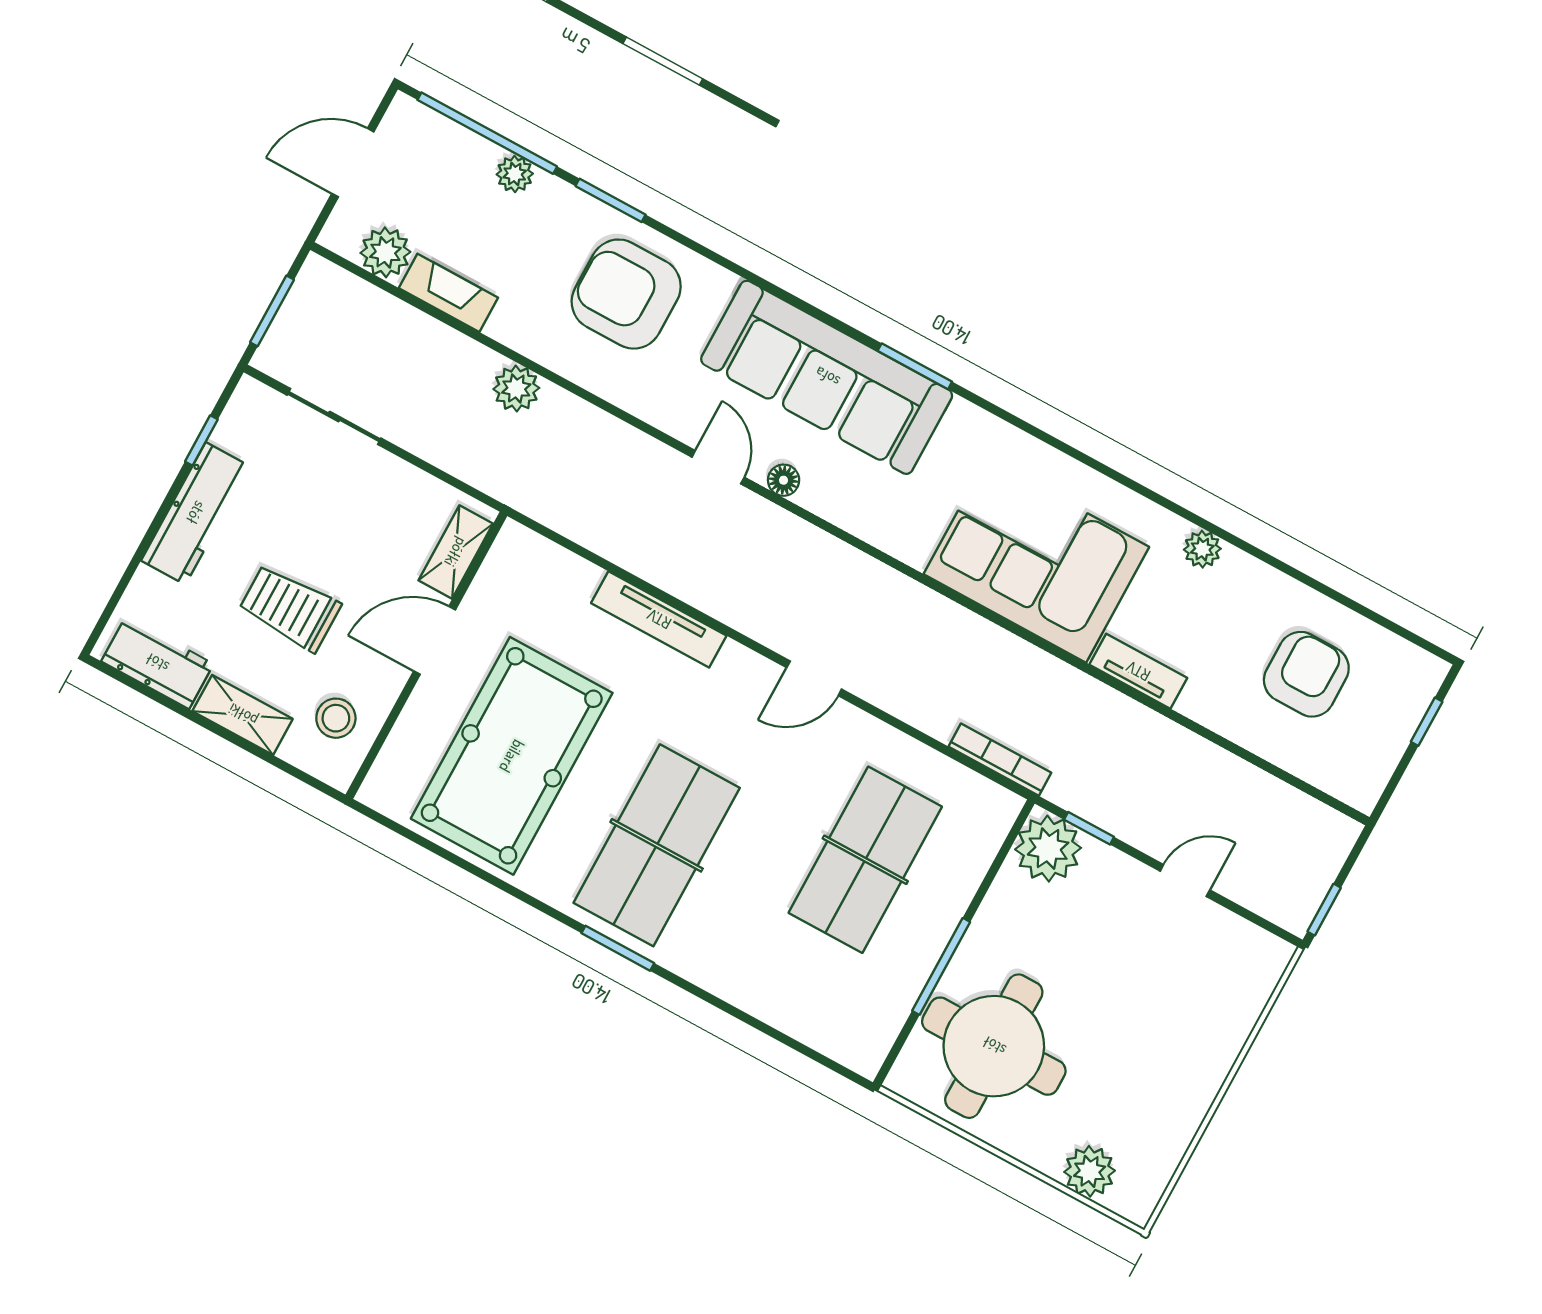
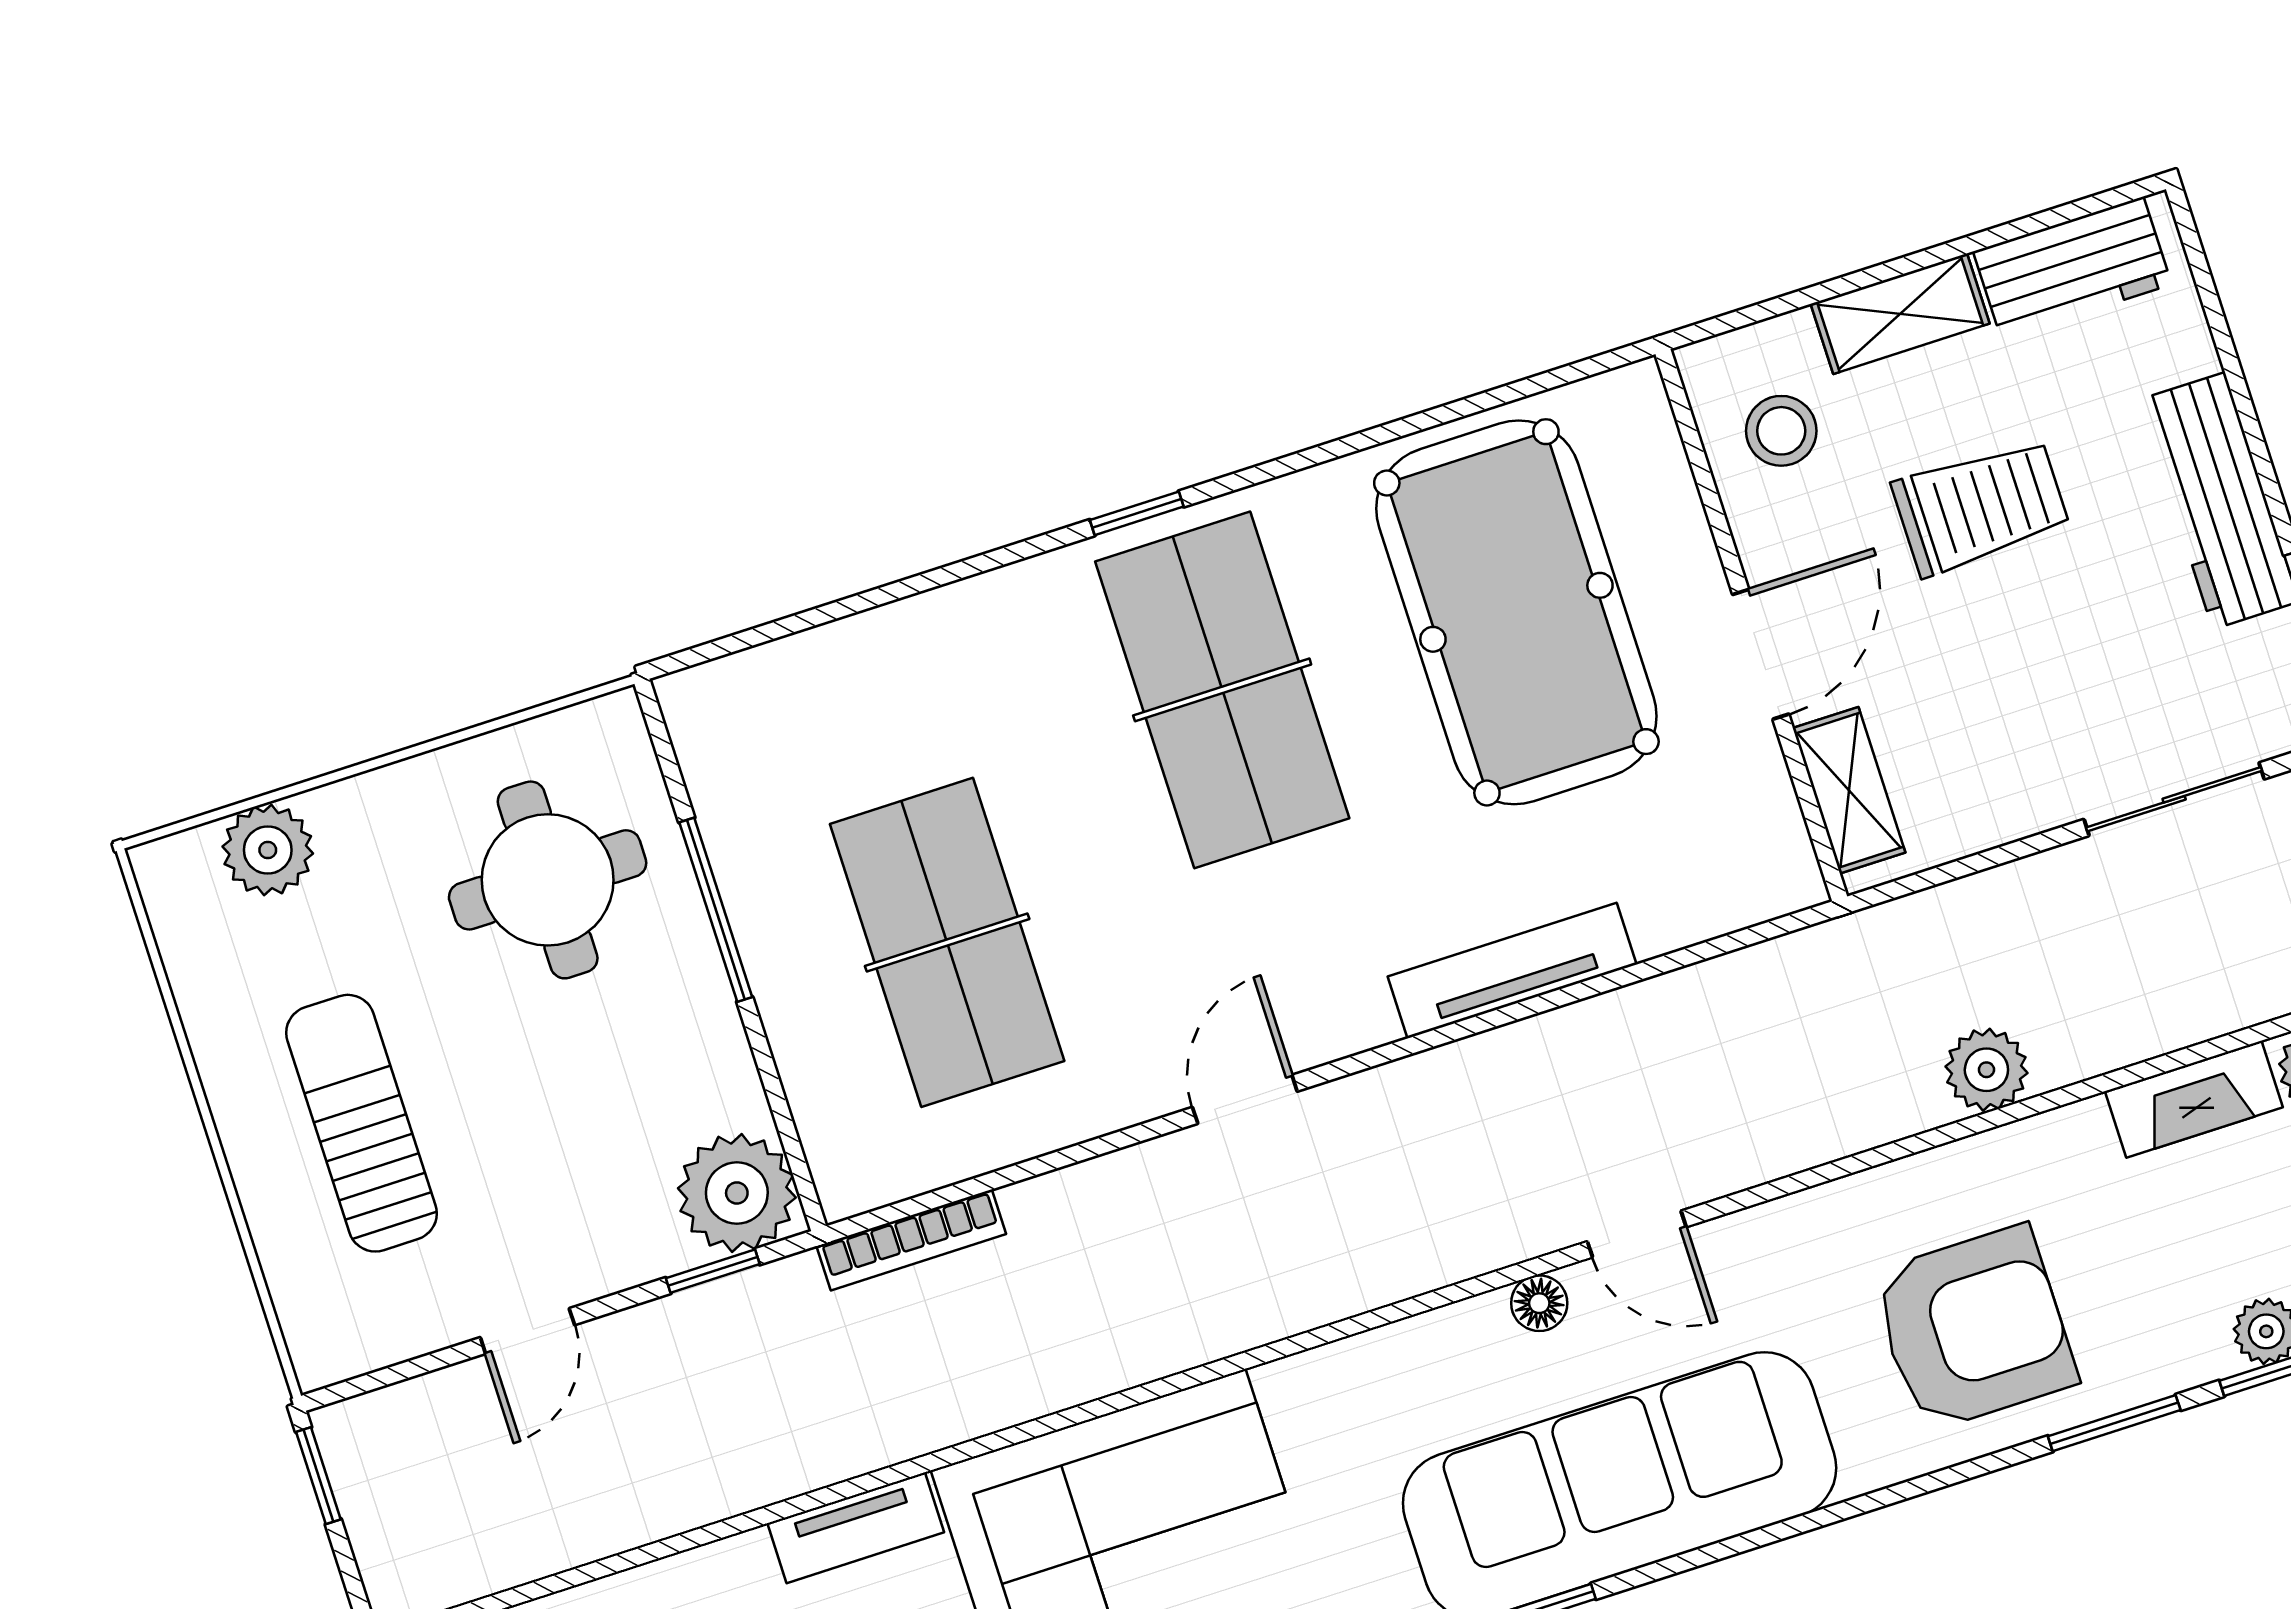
window: (618, 948) -> (1137, 513), width x0.67
sun lounger: (1164, 1028) -> (362, 1123), added
round table: (994, 1046) -> (548, 880), width x0.73, depth x0.73

